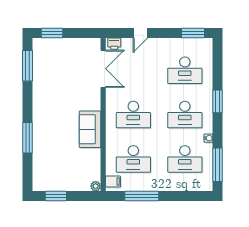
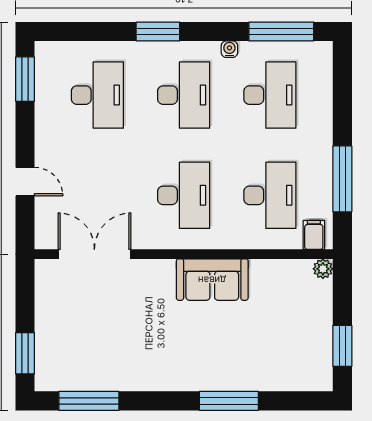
printer: (114, 44) -> (46, 232), removed

